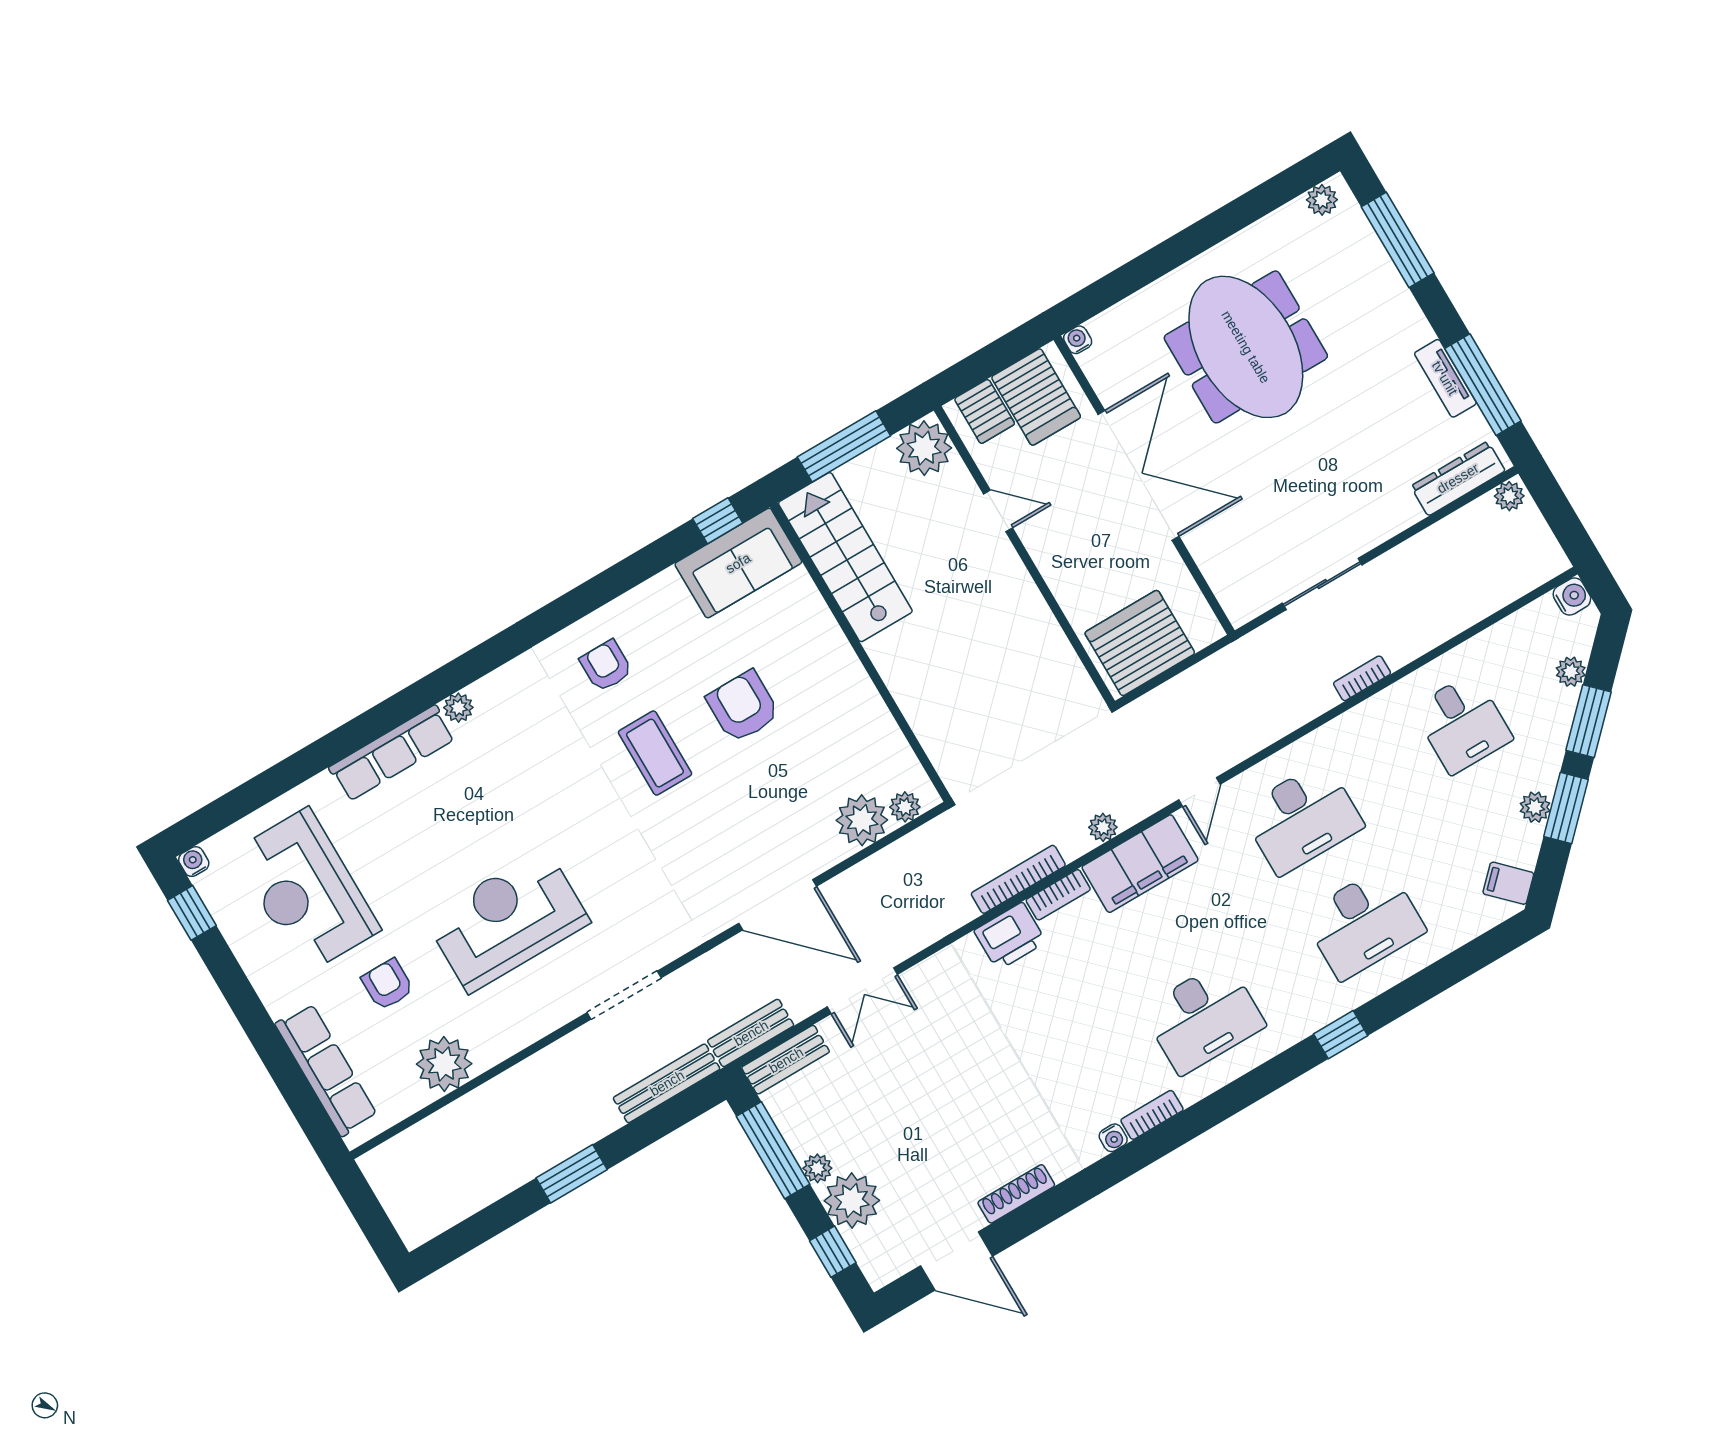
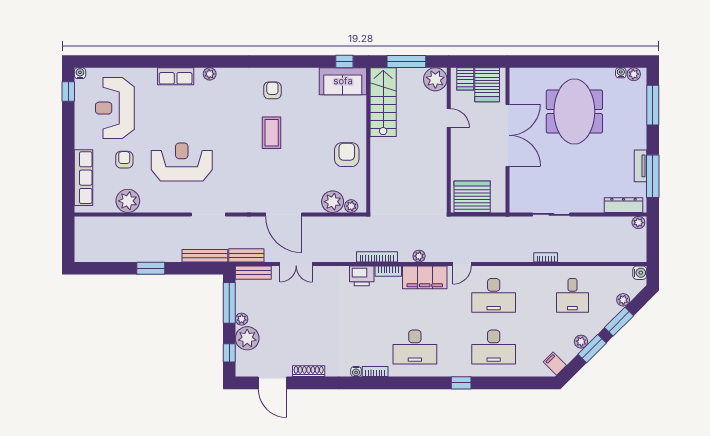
water cooler: (1078, 340) -> (621, 73), moved
armchair: (743, 707) -> (347, 155), moved
row of seats: (392, 753) -> (176, 76), width x0.68

